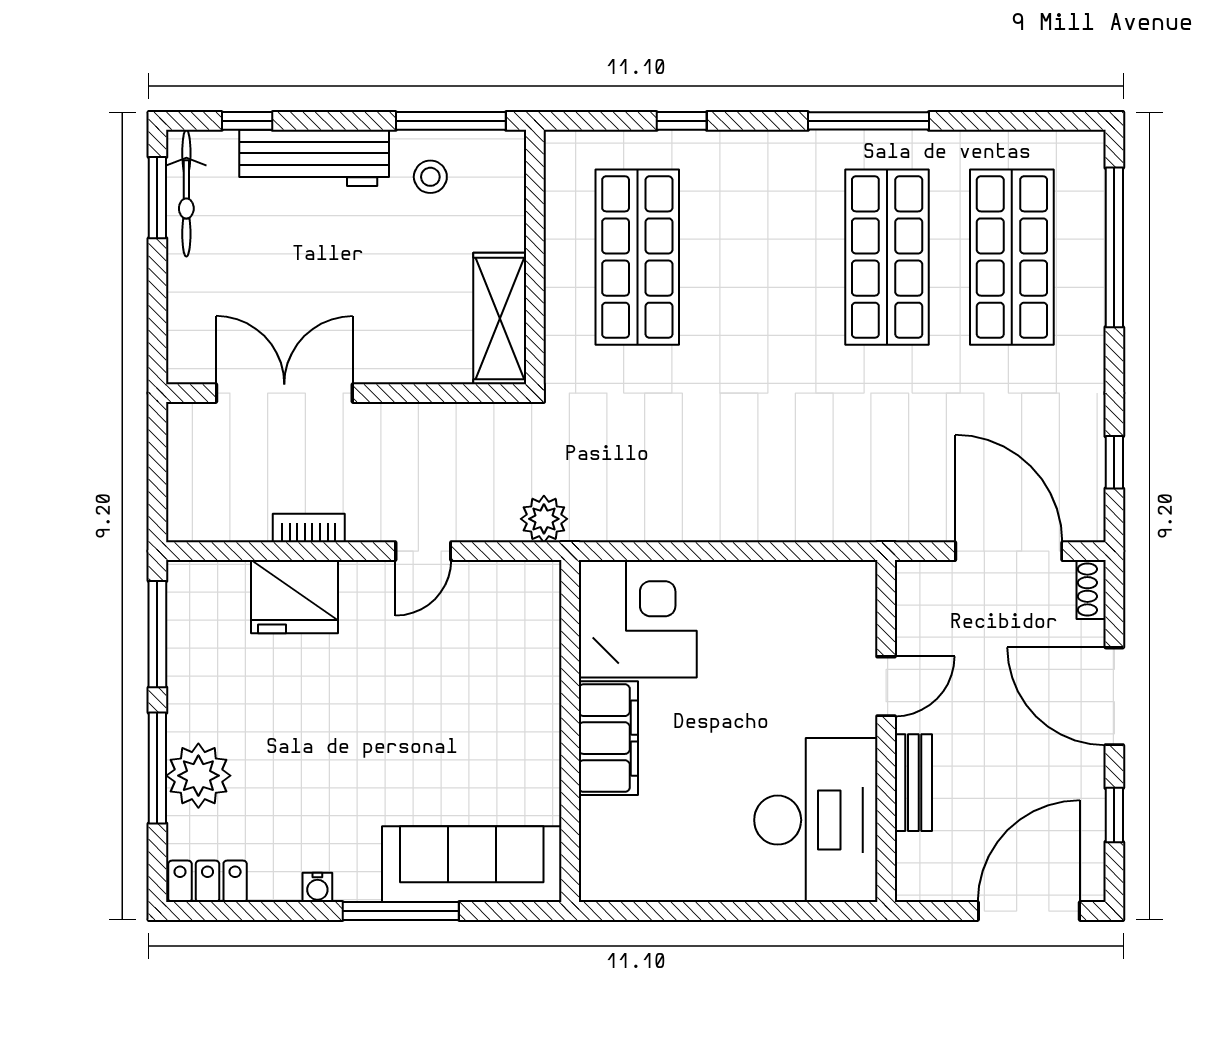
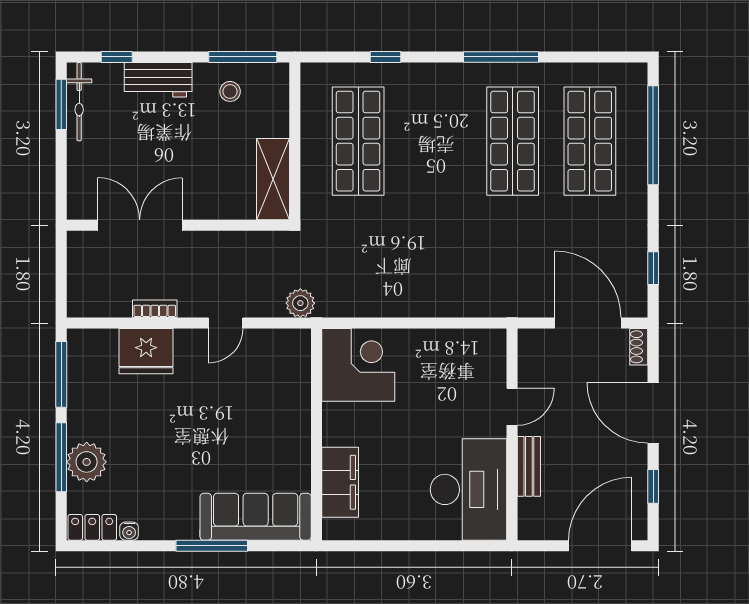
workbench: (314, 158) -> (158, 80), width x0.73
filing cabinet: (608, 738) -> (340, 482), moved
water cooler: (317, 887) -> (129, 531), moved

